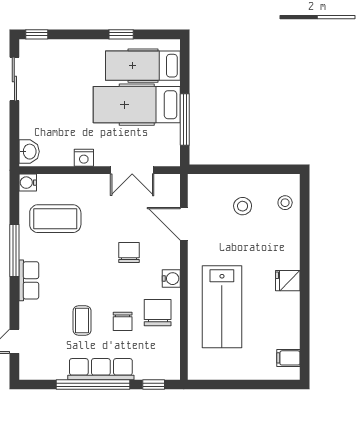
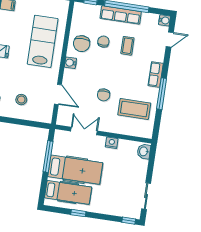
water cooler: (28, 183) -> (165, 20), moved
chair: (129, 253) -> (104, 95), moved

